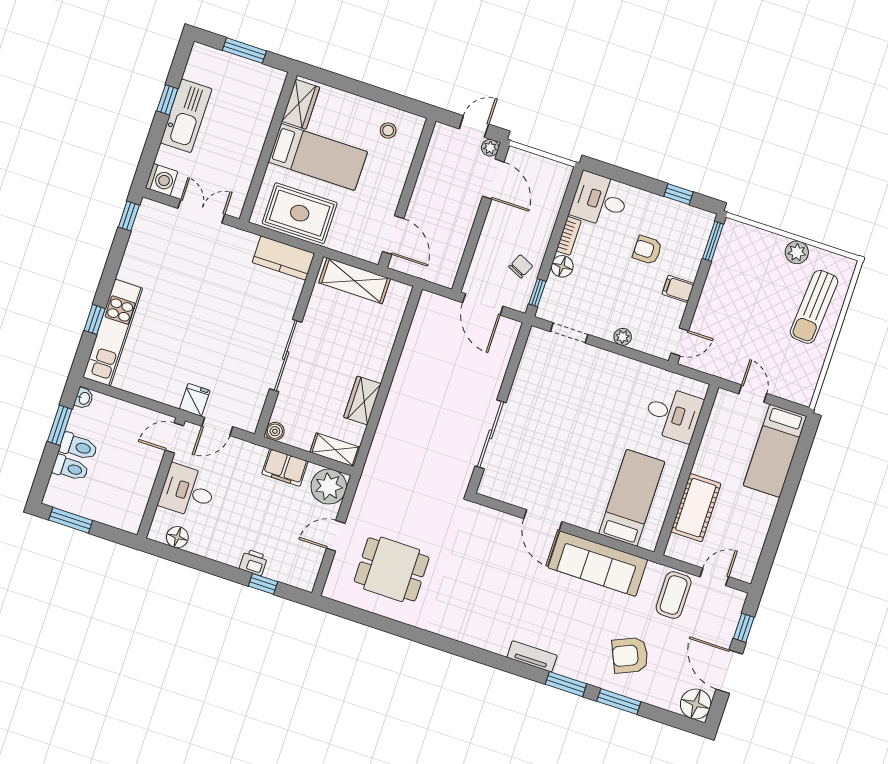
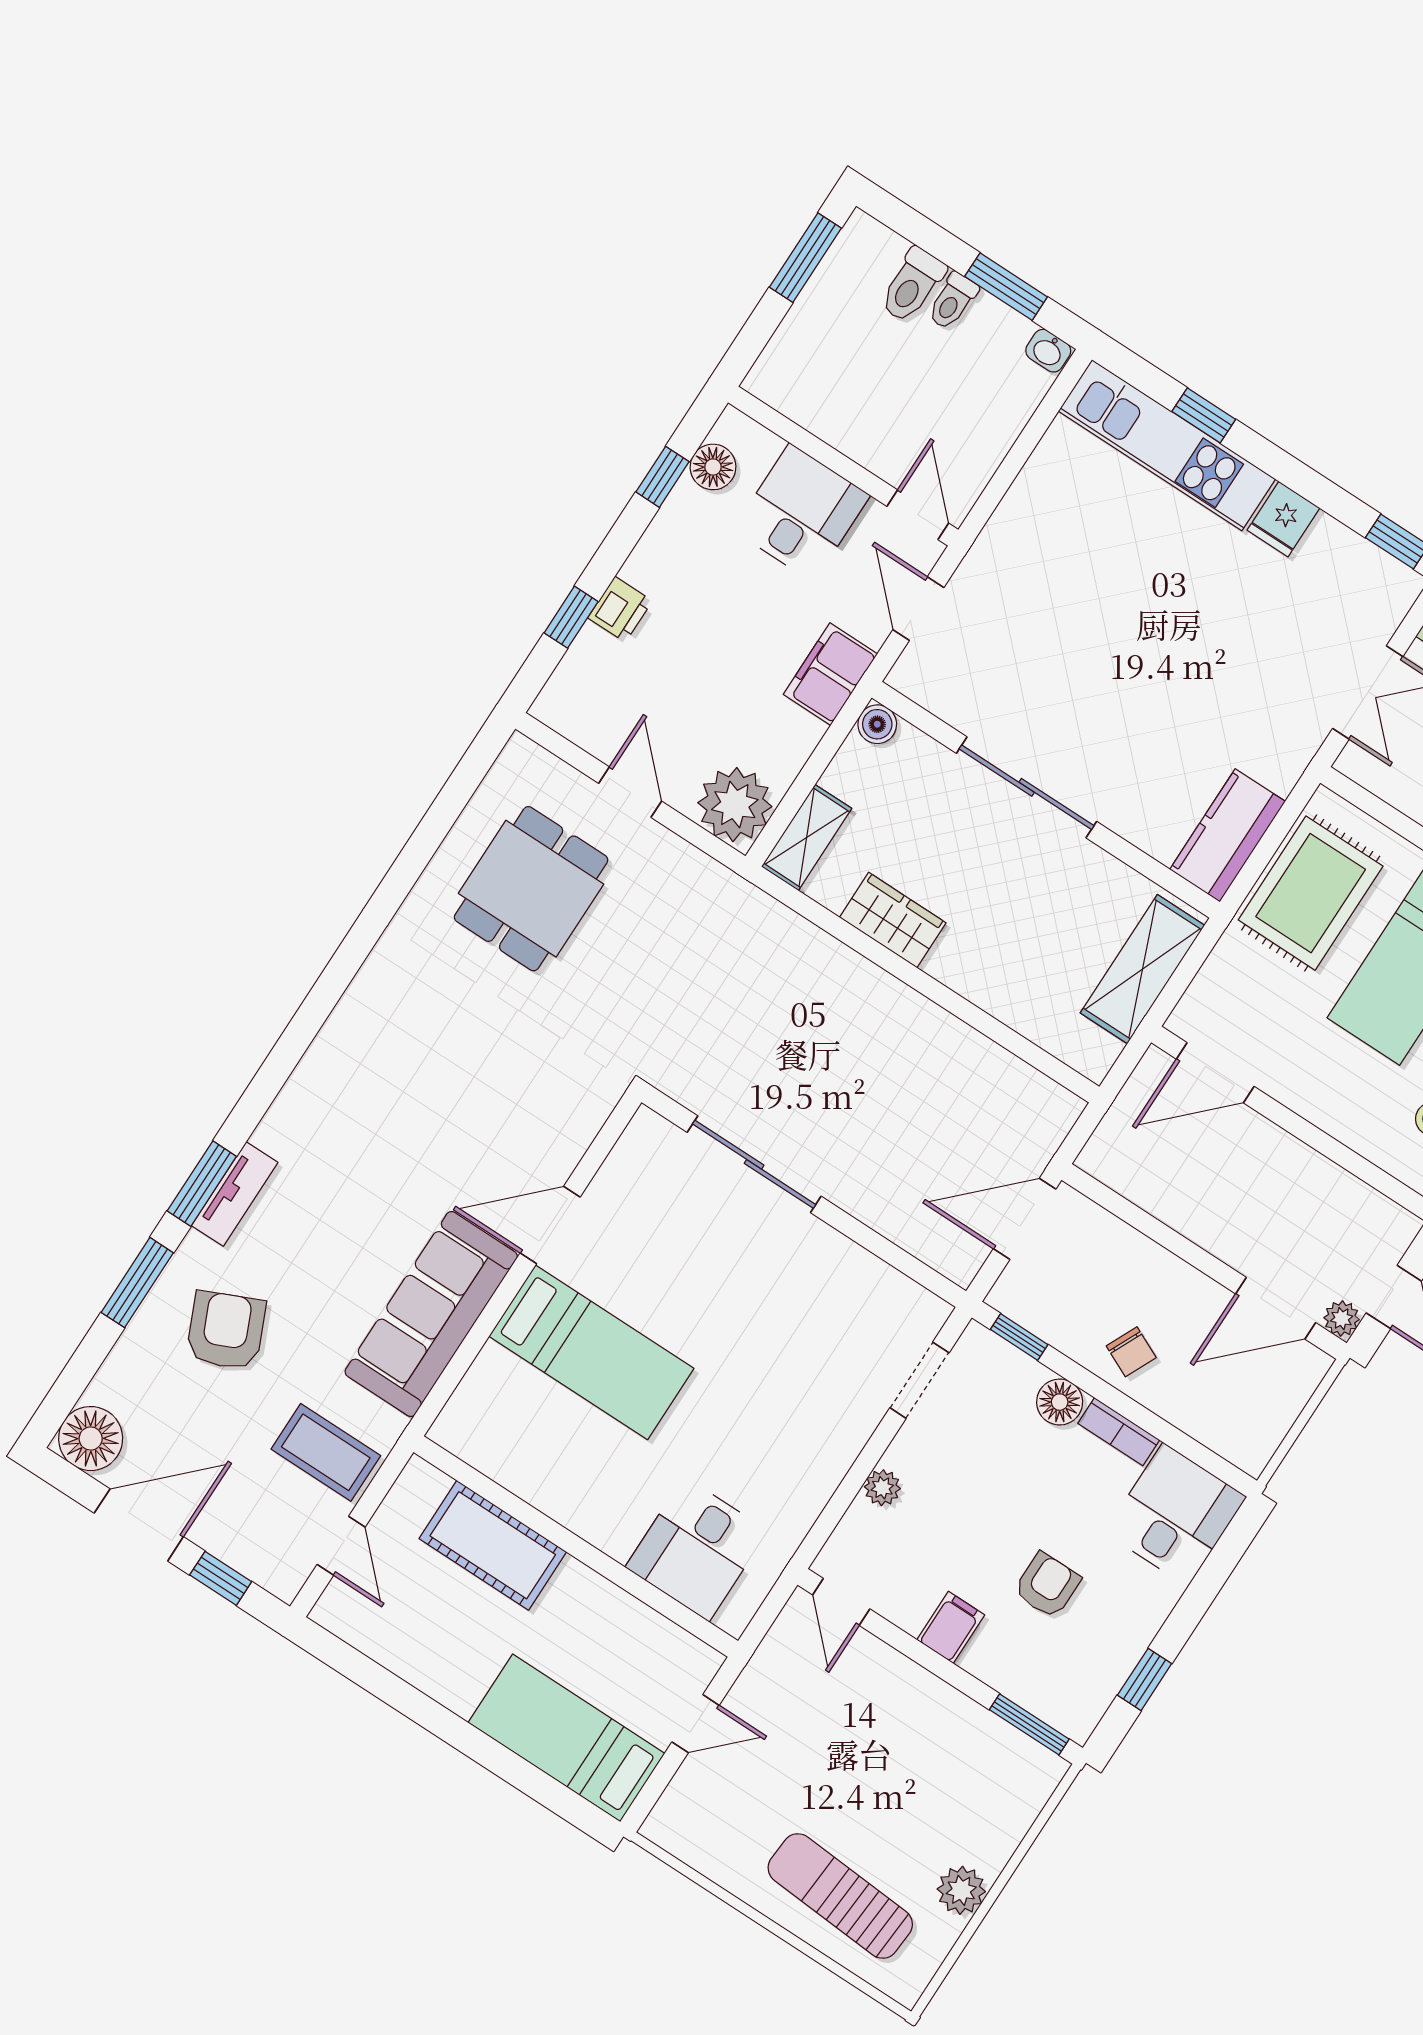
chair: (521, 266) -> (1131, 1352), moved
fridge: (195, 400) -> (1283, 519), moved, turned 90
toilet: (78, 447) -> (953, 301), width x0.73, depth x0.72
filing cabinet: (285, 468) -> (830, 674), moved
bed: (632, 498) -> (591, 1352), moved
window: (188, 559) -> (663, 477), added
tv unit: (532, 656) -> (235, 1194), moved

